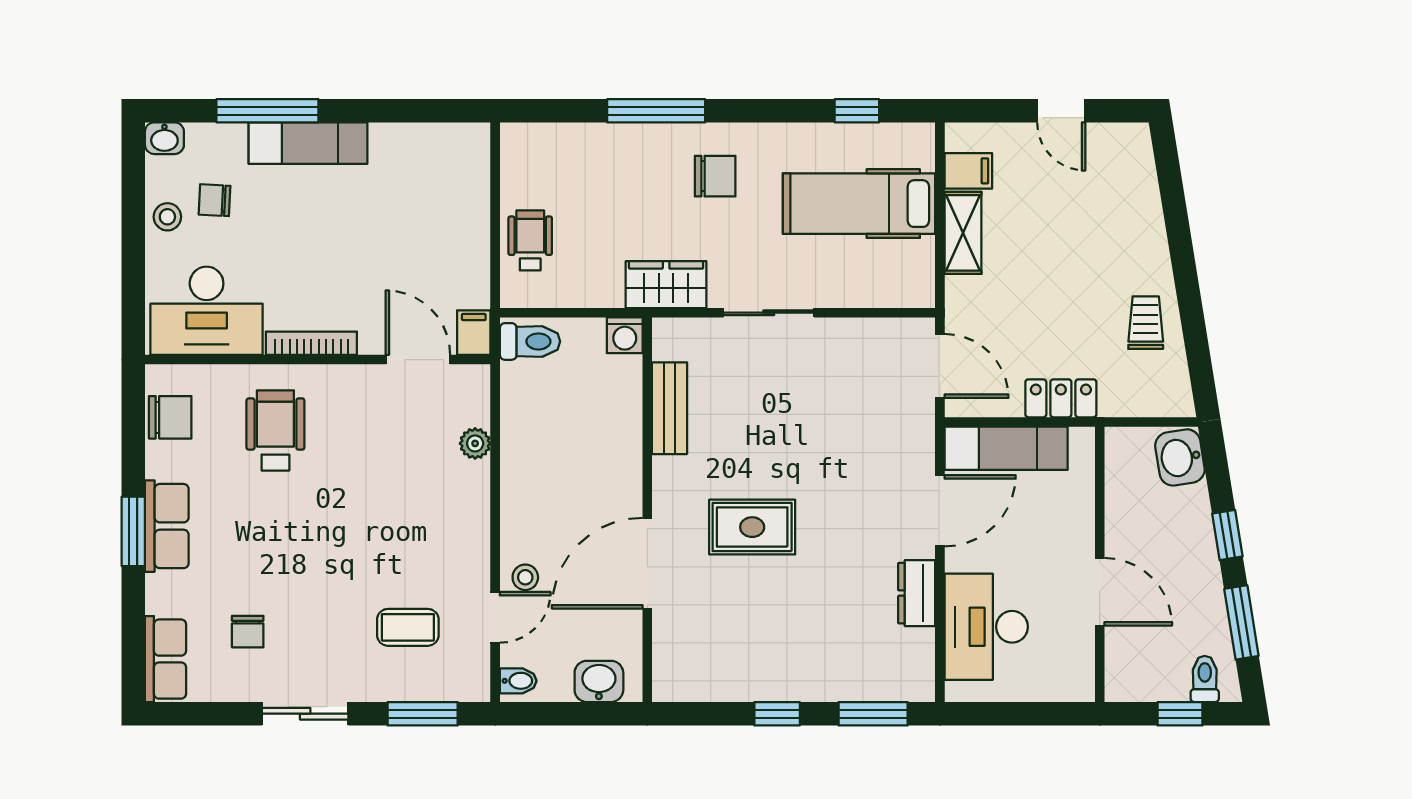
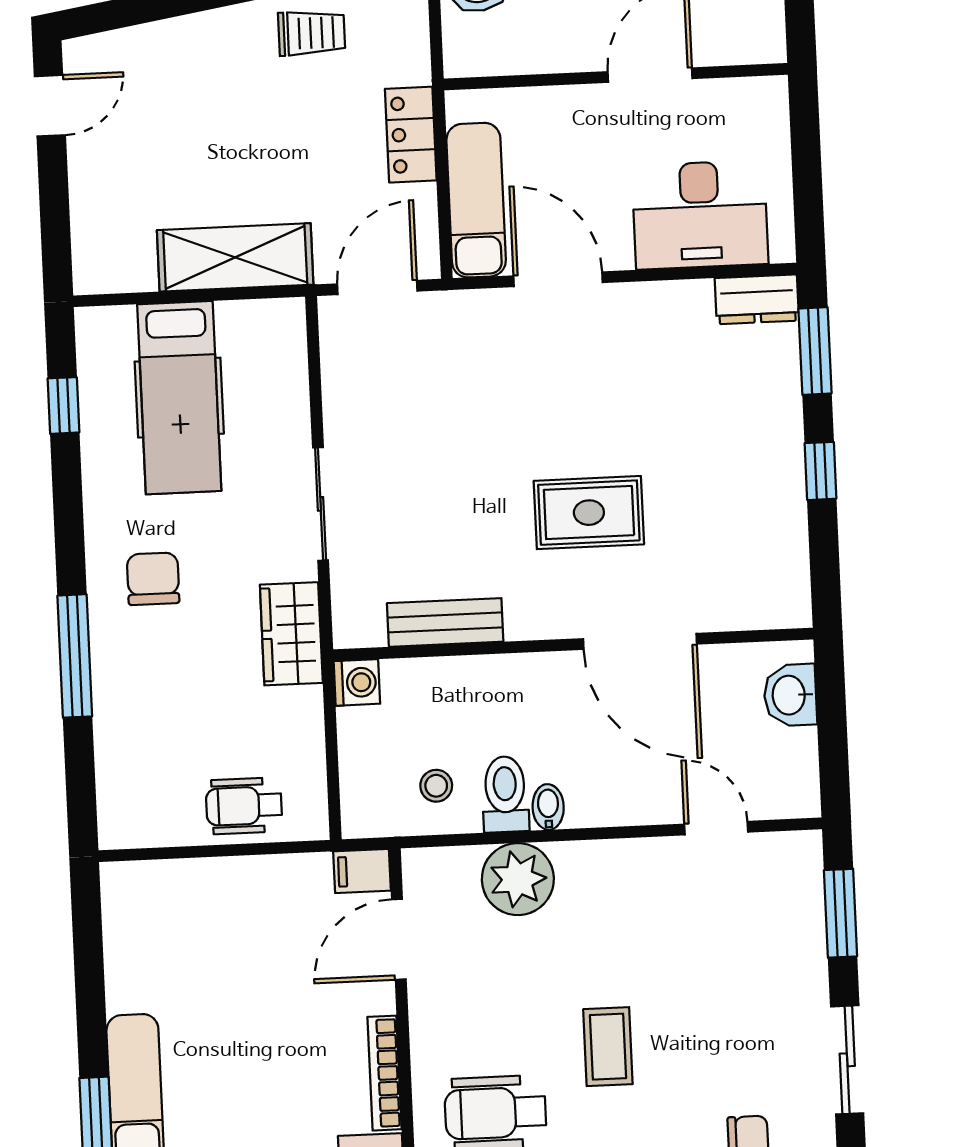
door: (1061, 111) -> (50, 106), moved
filing cabinet: (968, 171) -> (132, 263), removed
shelving: (963, 233) -> (235, 257), width x1.50, depth x1.33
trolley: (1146, 323) -> (312, 33), turned 180
toilet: (530, 341) -> (505, 794), moved
plant: (475, 443) -> (518, 879), width x1.87, depth x1.87
rug: (752, 527) -> (589, 513), turned 90
stool: (525, 577) -> (436, 786), moved
dresser: (917, 593) -> (757, 299), moved
coffee table: (408, 627) -> (608, 1047), moved
bidet: (518, 681) -> (548, 807), moved

